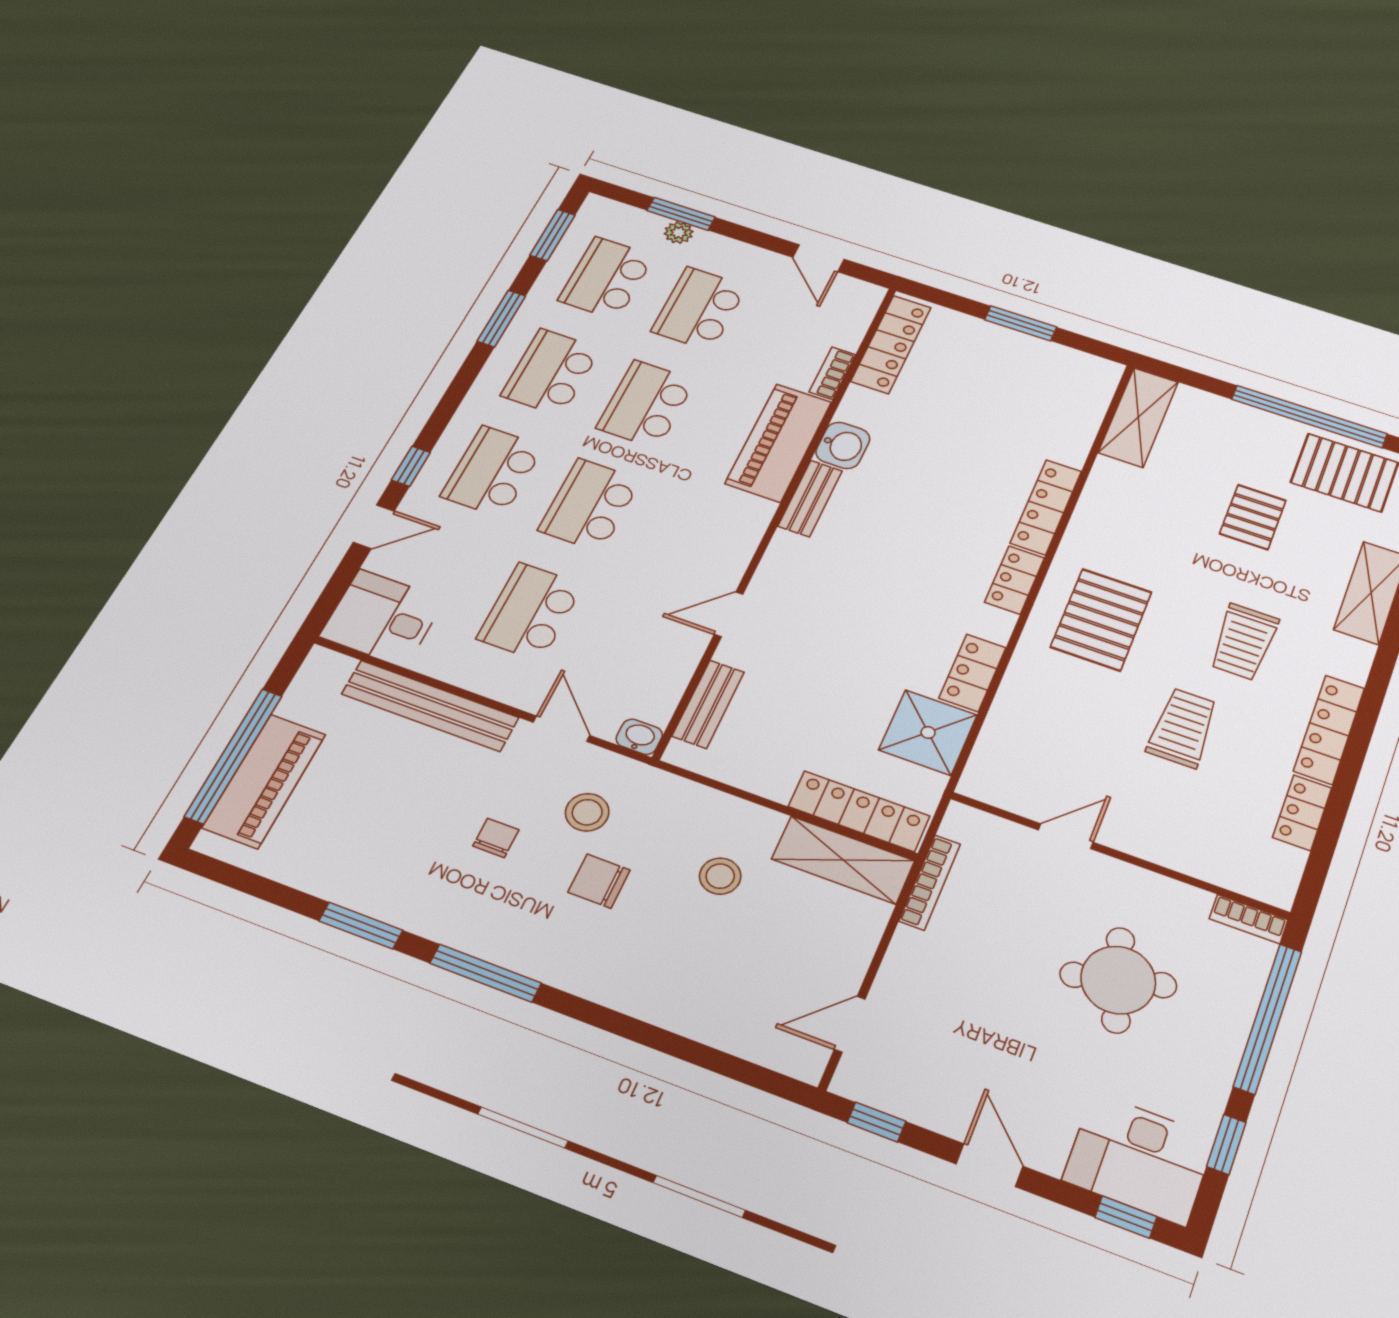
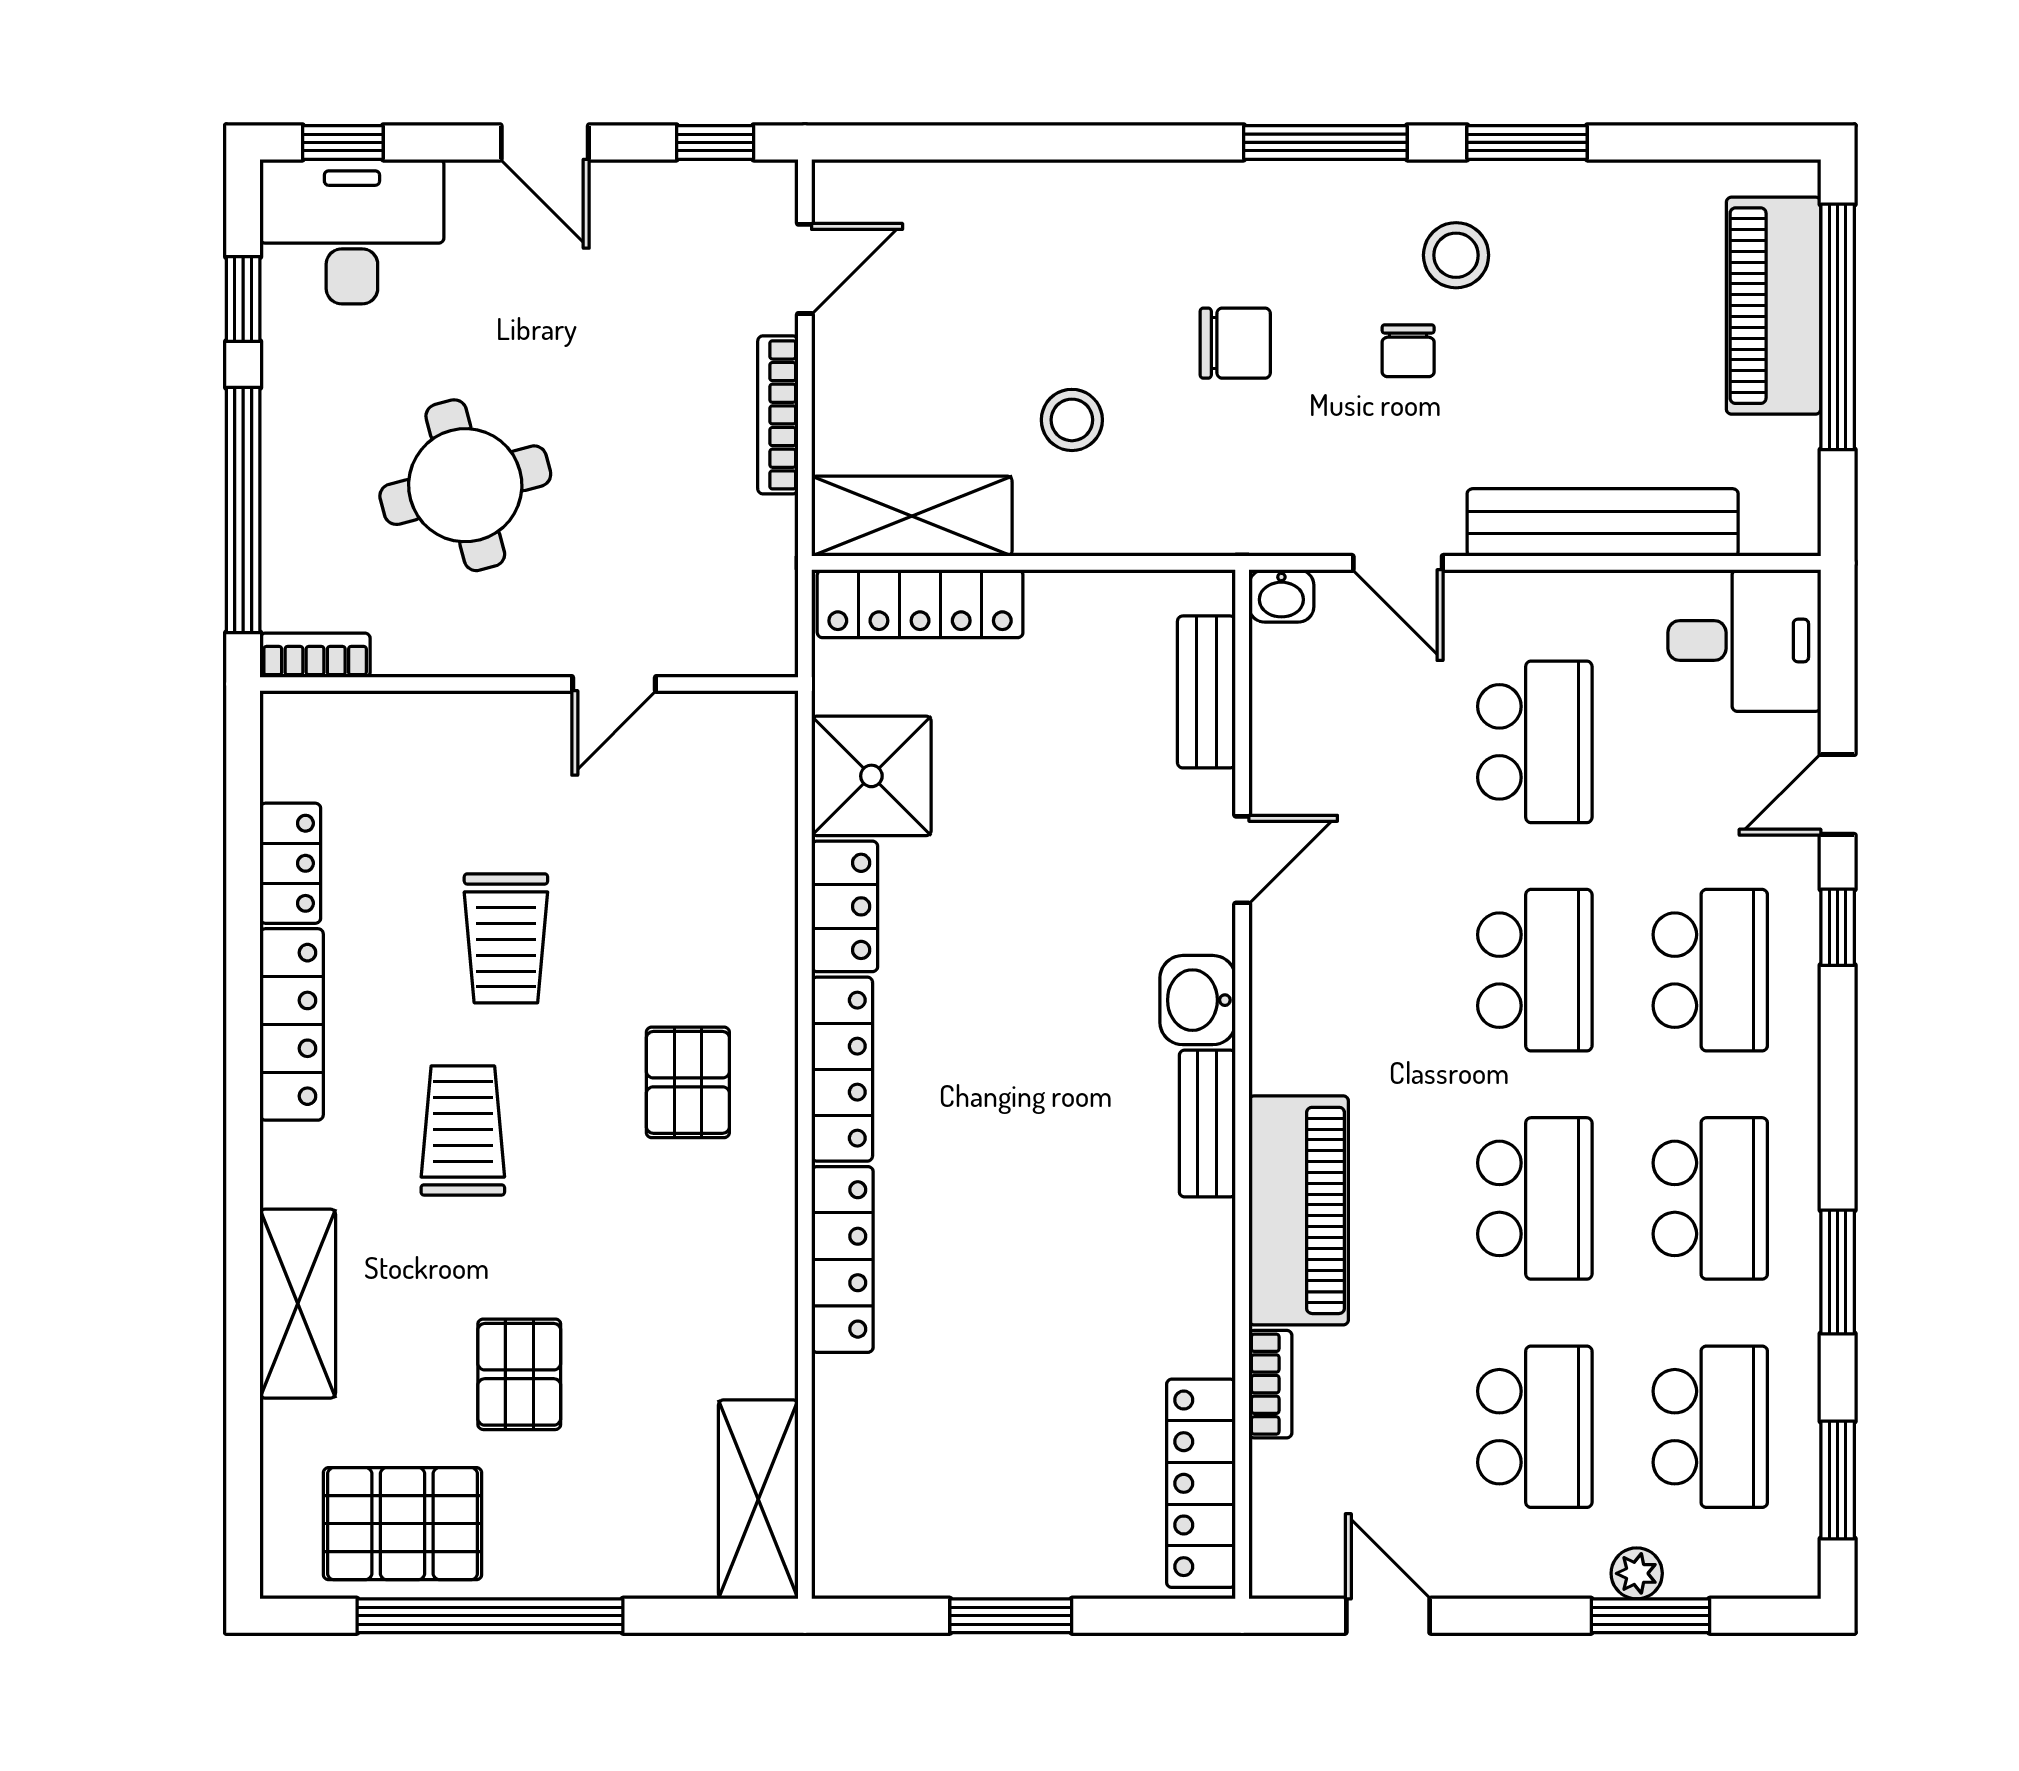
washbasin: (843, 445) -> (1198, 1000), moved
locker: (1015, 580) -> (842, 1069), width x1.53
pallet: (1101, 619) -> (688, 1082), width x0.67, depth x0.71
stool: (587, 812) -> (1456, 255), moved
bookcase: (930, 882) -> (778, 415), moved

